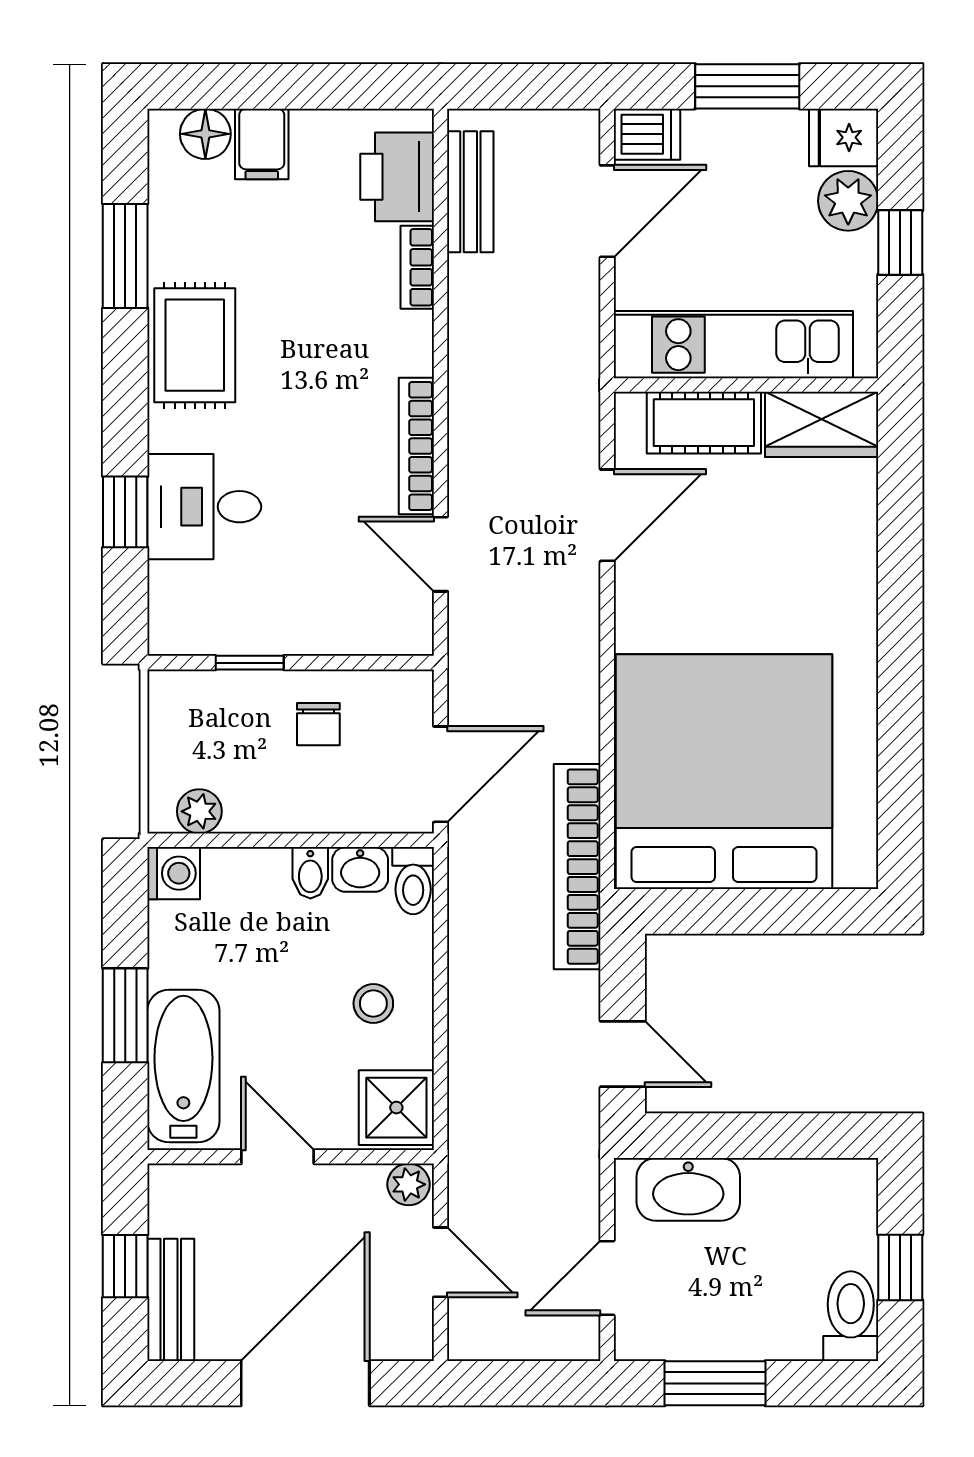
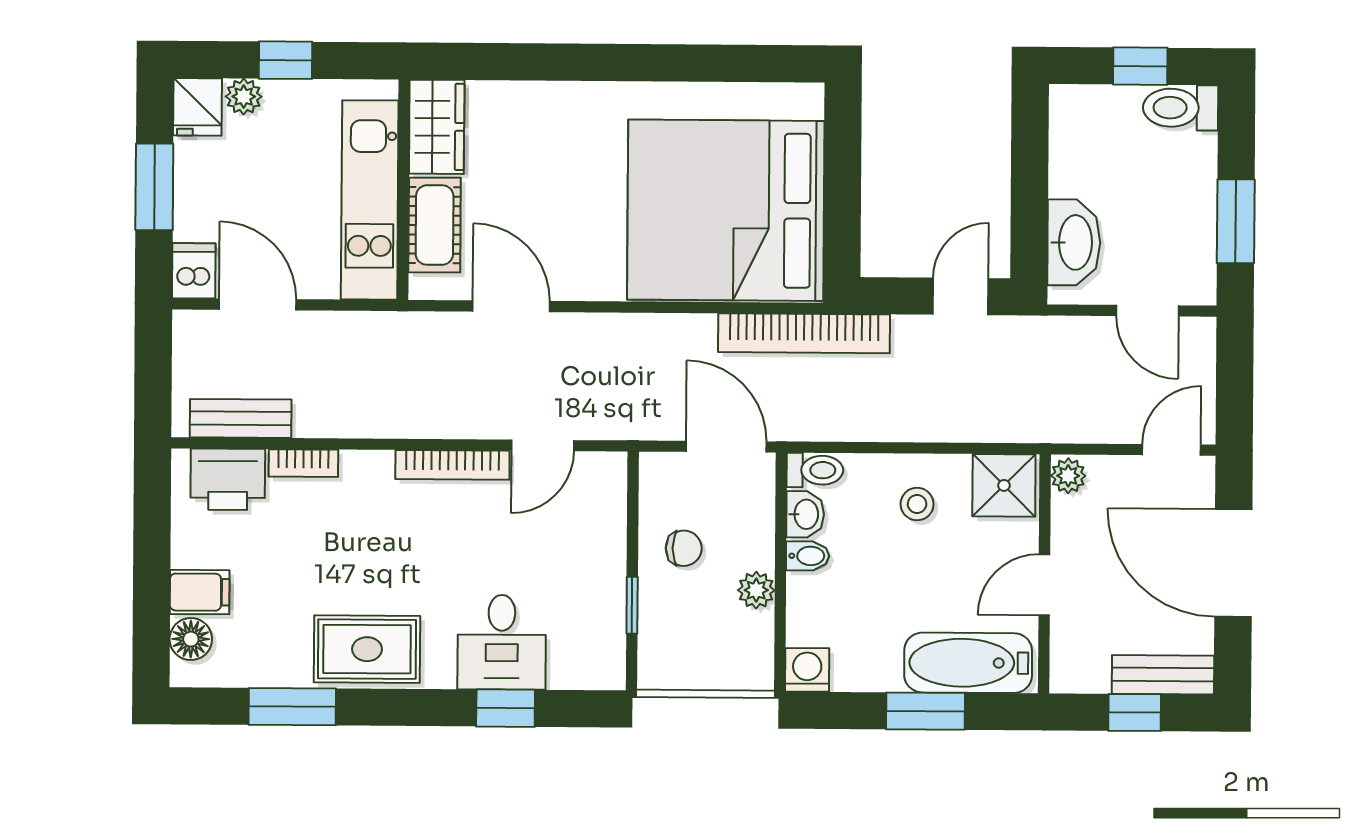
plant: (848, 201) -> (244, 97), width x0.73, depth x0.73
plant: (199, 811) -> (756, 590), moved
door: (441, 1262) -> (1171, 450), moved

